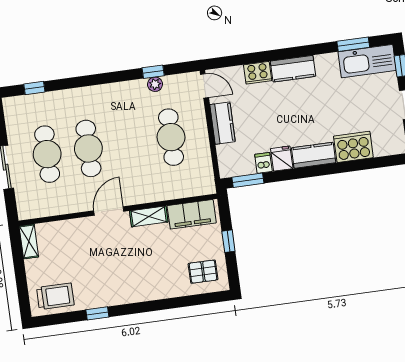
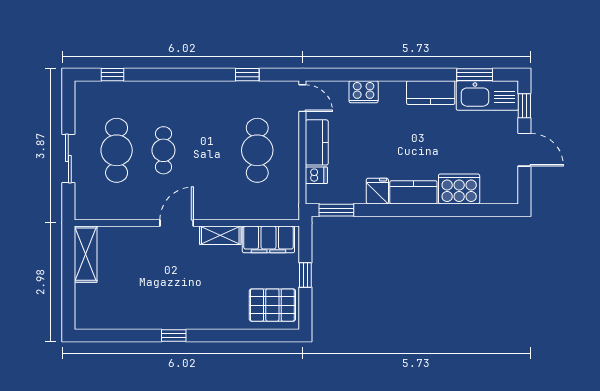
kitchen counter: (293, 69) -> (431, 93), moved
plant: (155, 84) -> (248, 89), removed
cafe table: (88, 148) -> (163, 150), width x0.73, depth x0.74
dishwasher: (263, 163) -> (316, 175), moved, turned 90
shelving: (29, 241) -> (86, 254), width x1.50, depth x1.33
pallet: (203, 272) -> (272, 305), width x1.50, depth x1.42
trolley: (55, 296) -> (104, 310), removed
window: (97, 313) -> (174, 336), moved

